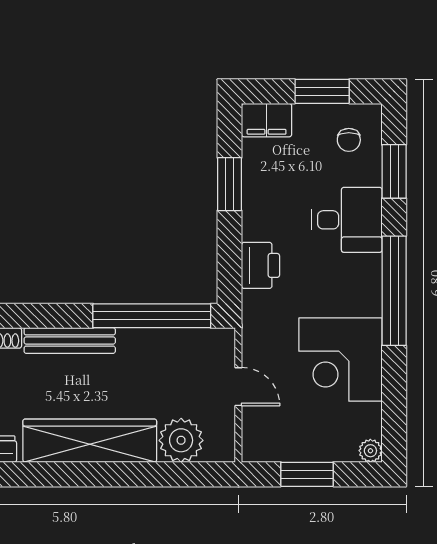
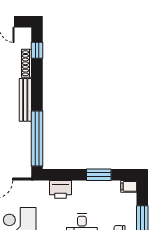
filing cabinet: (267, 120) -> (129, 186), width x0.50

